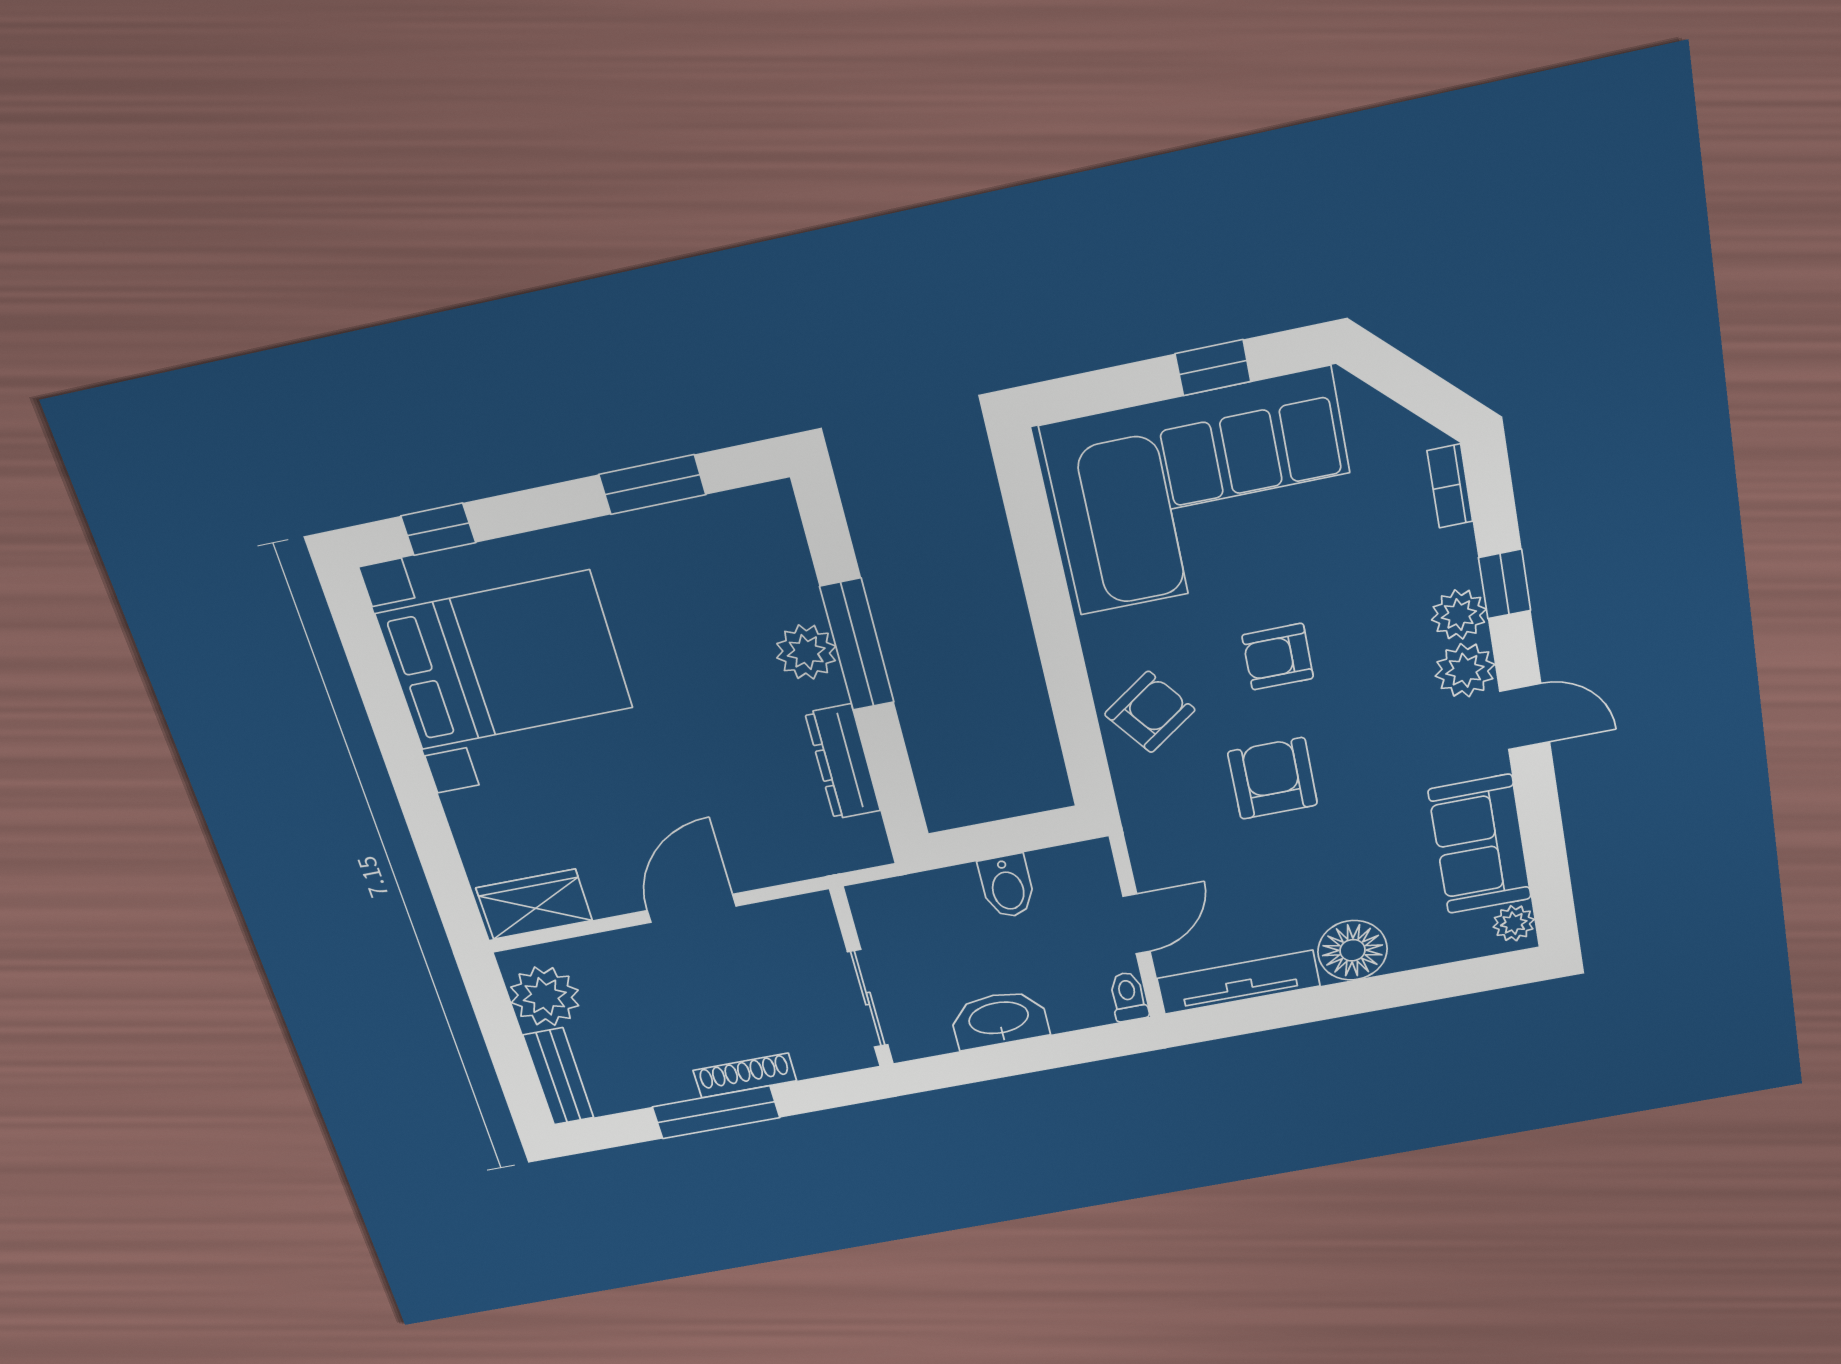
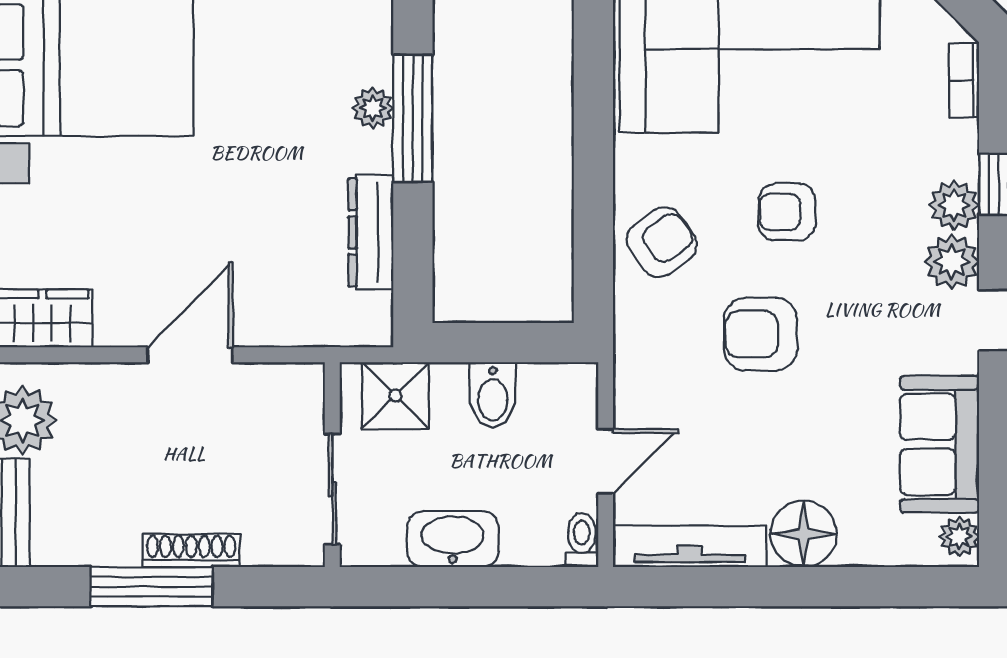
plant: (806, 652) -> (373, 108), width x0.73, depth x0.73
armchair: (1273, 778) -> (761, 334), turned -90
shower: (909, 905) -> (395, 396), added

